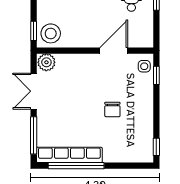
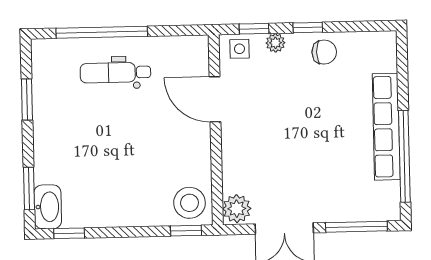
plant: (147, 88) -> (275, 43), added
chair: (112, 109) -> (324, 52), moved
window: (156, 147) -> (308, 28), moved
row of seats: (69, 155) -> (386, 127), moved

